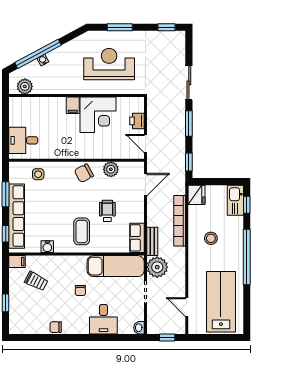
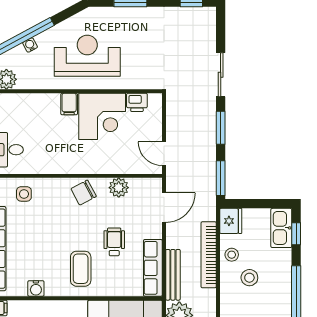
reception desk: (109, 64) -> (87, 56), moved
printer: (137, 121) -> (137, 102), moved, turned -90
window: (189, 162) -> (221, 178), width x1.50
stool: (197, 221) -> (232, 255), added
row of seats: (137, 238) -> (153, 268), width x1.48
bench: (152, 241) -> (173, 275), width x1.36

